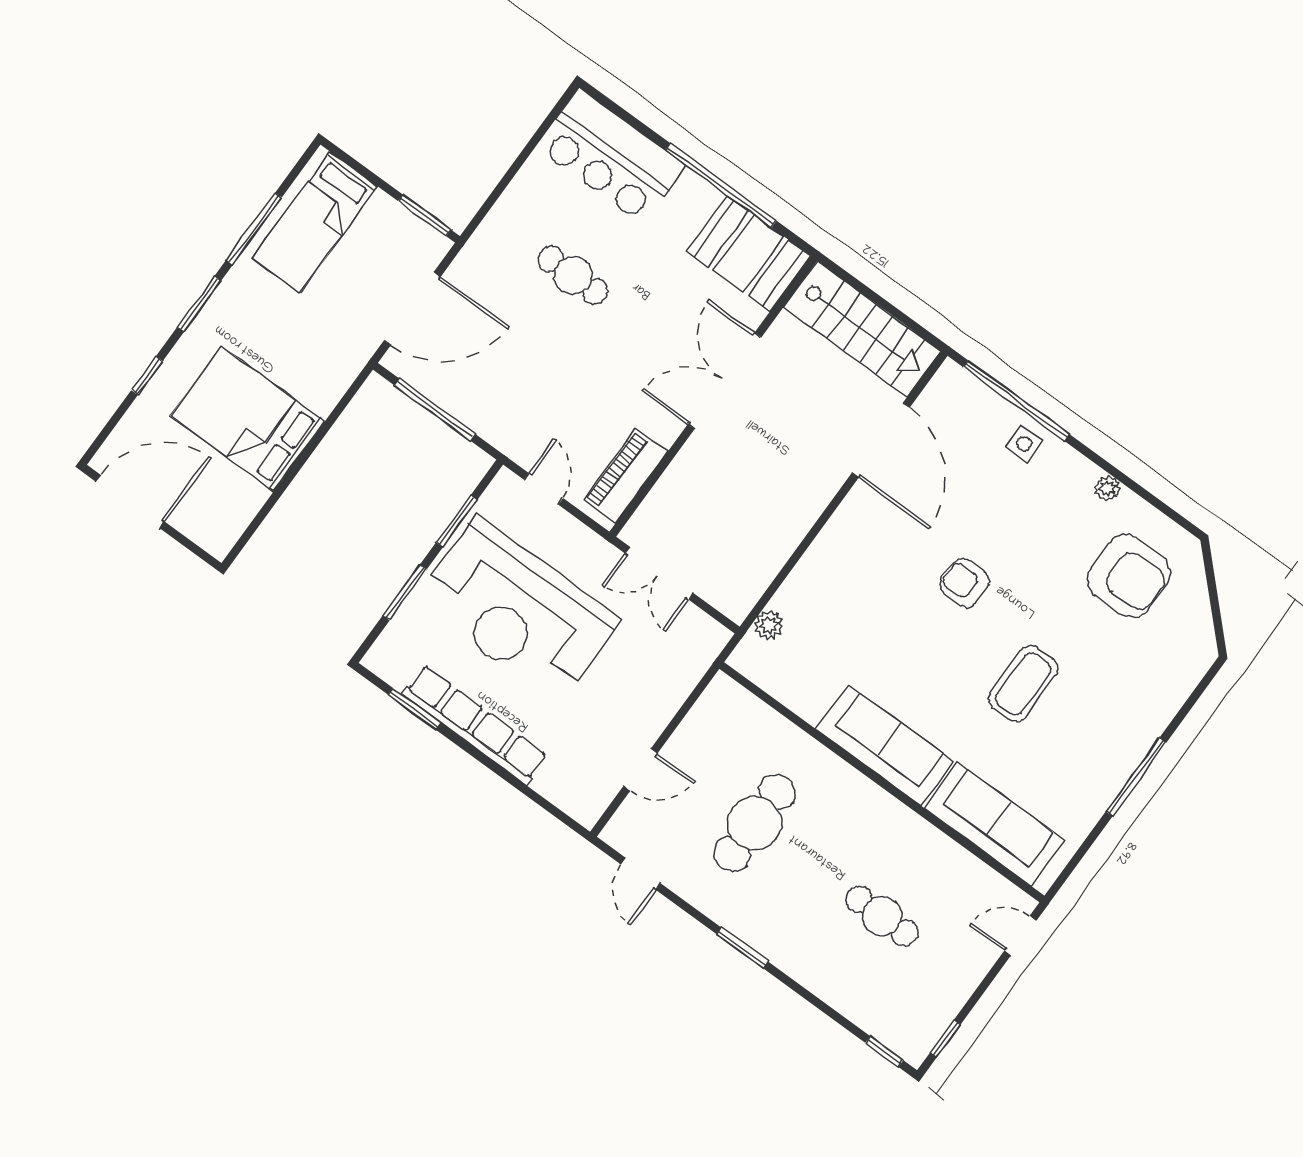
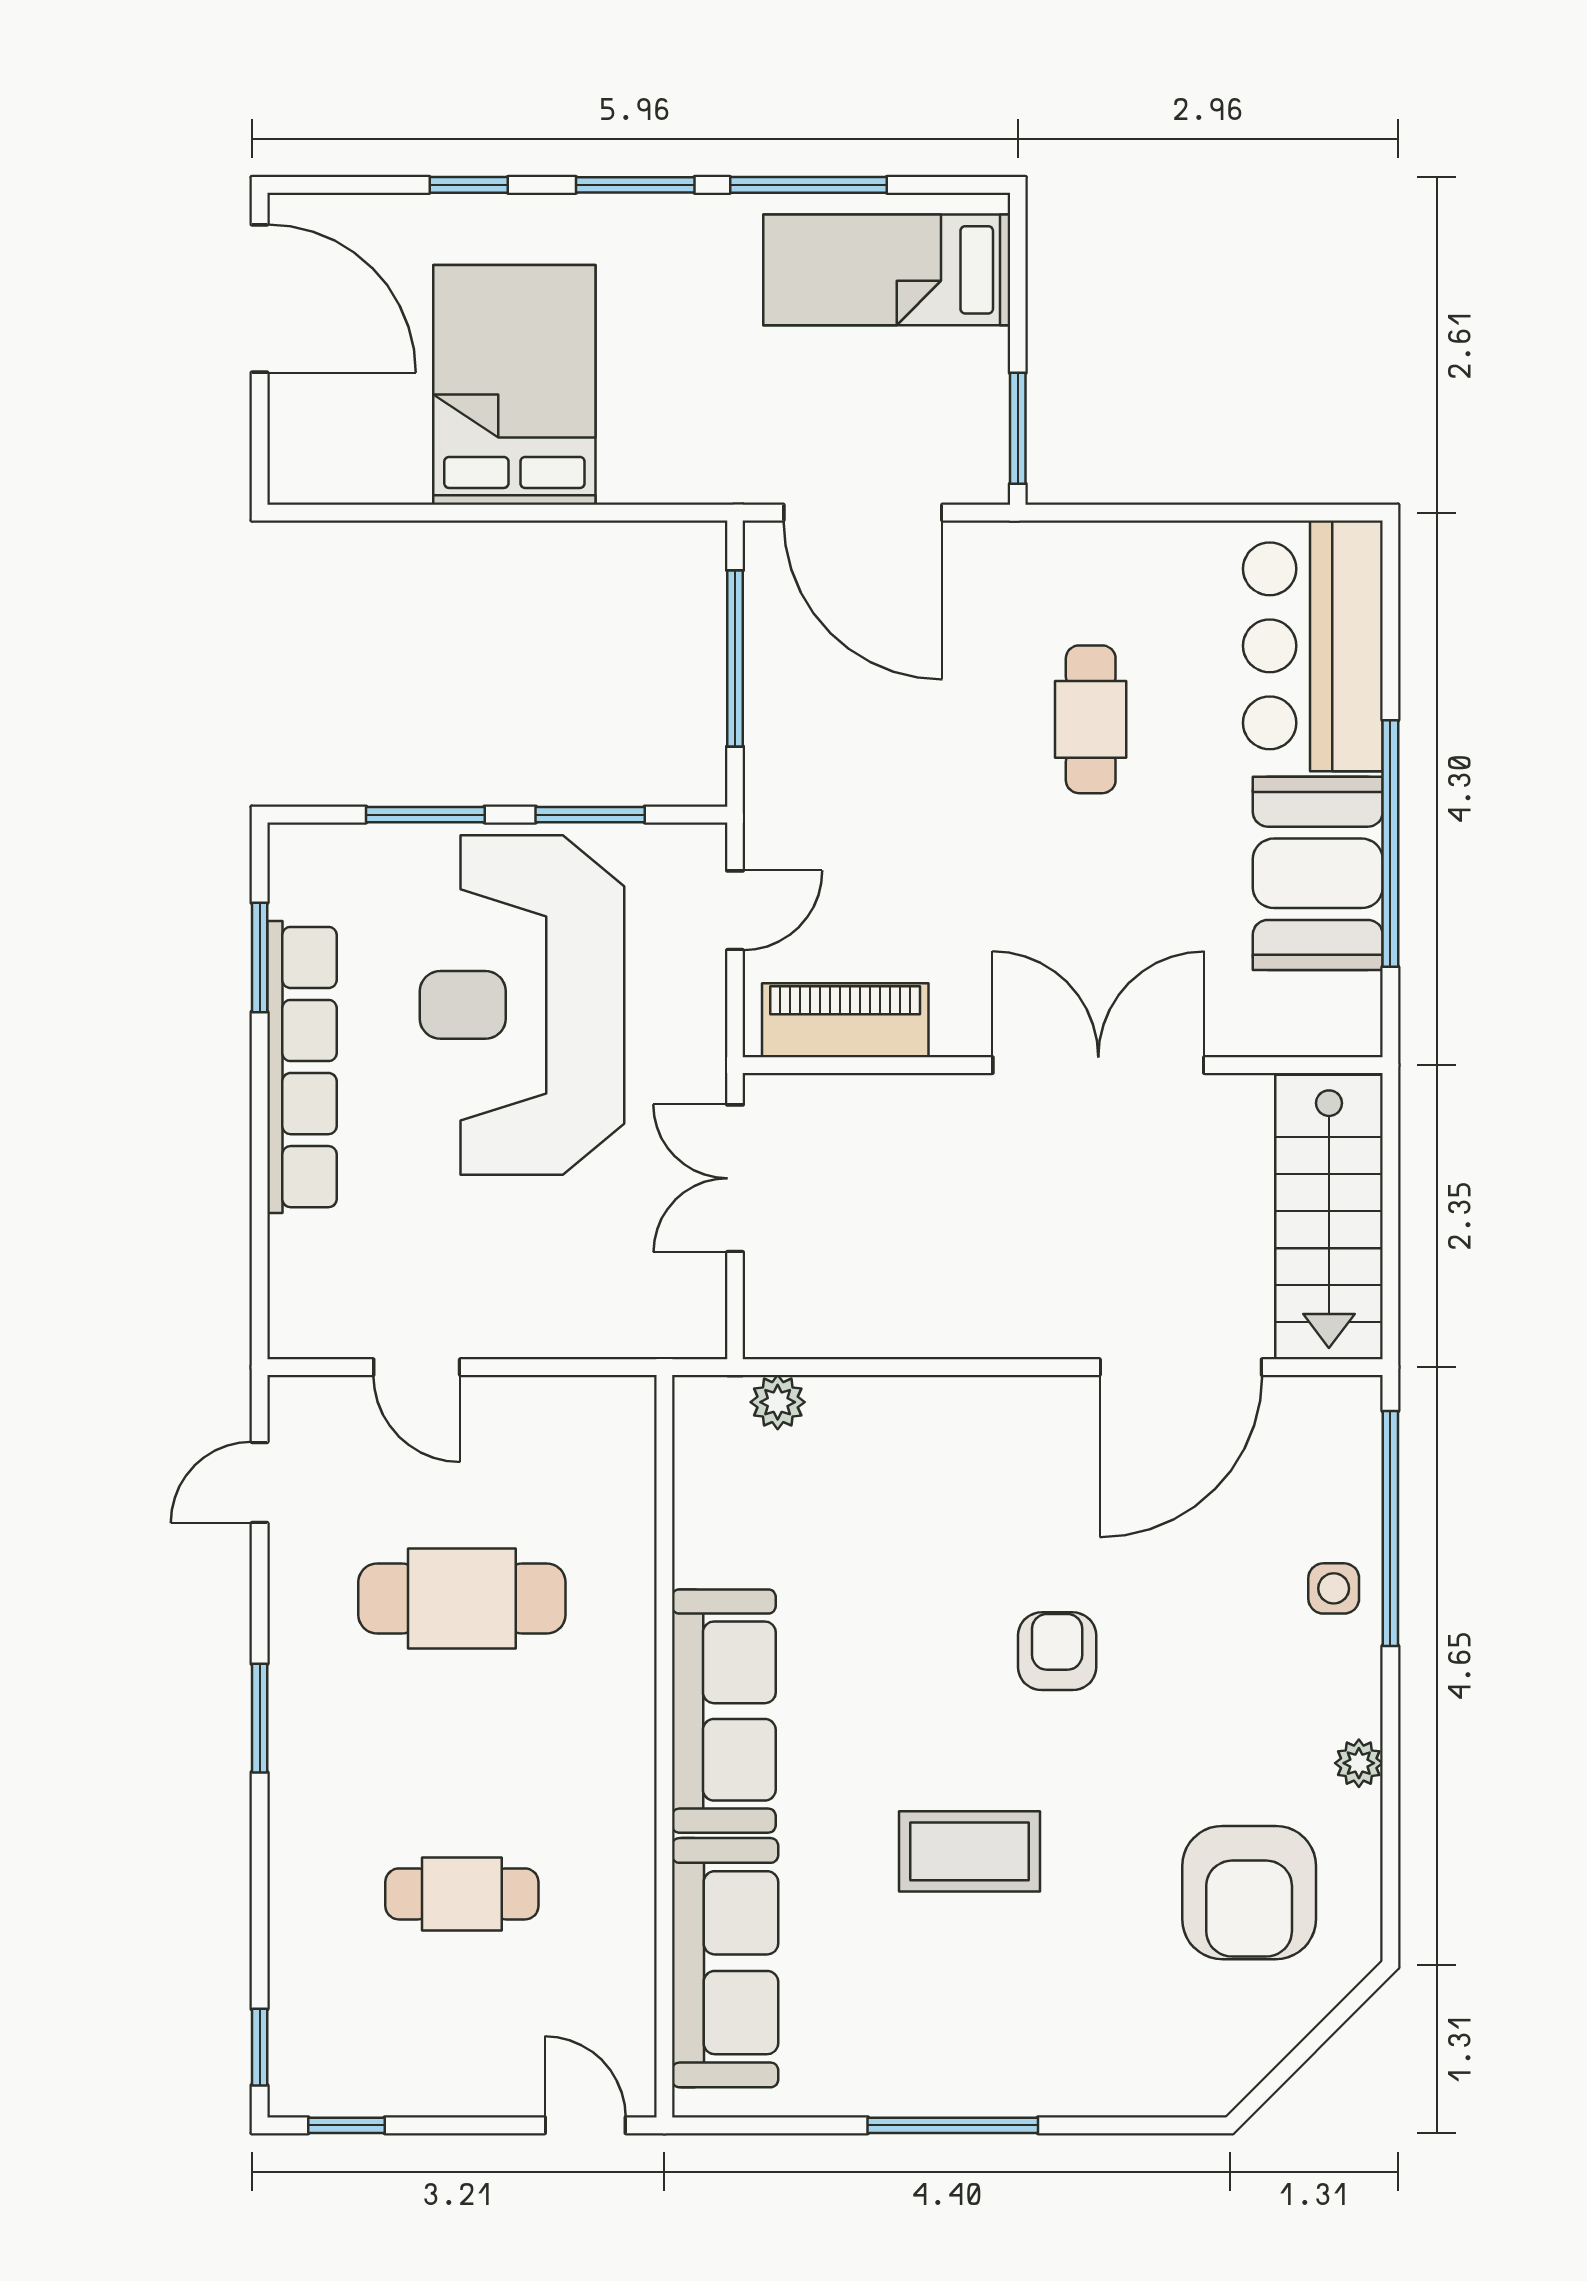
booth: (749, 253) -> (1318, 873), moved
cafe table: (882, 916) -> (462, 1894), turned 90

